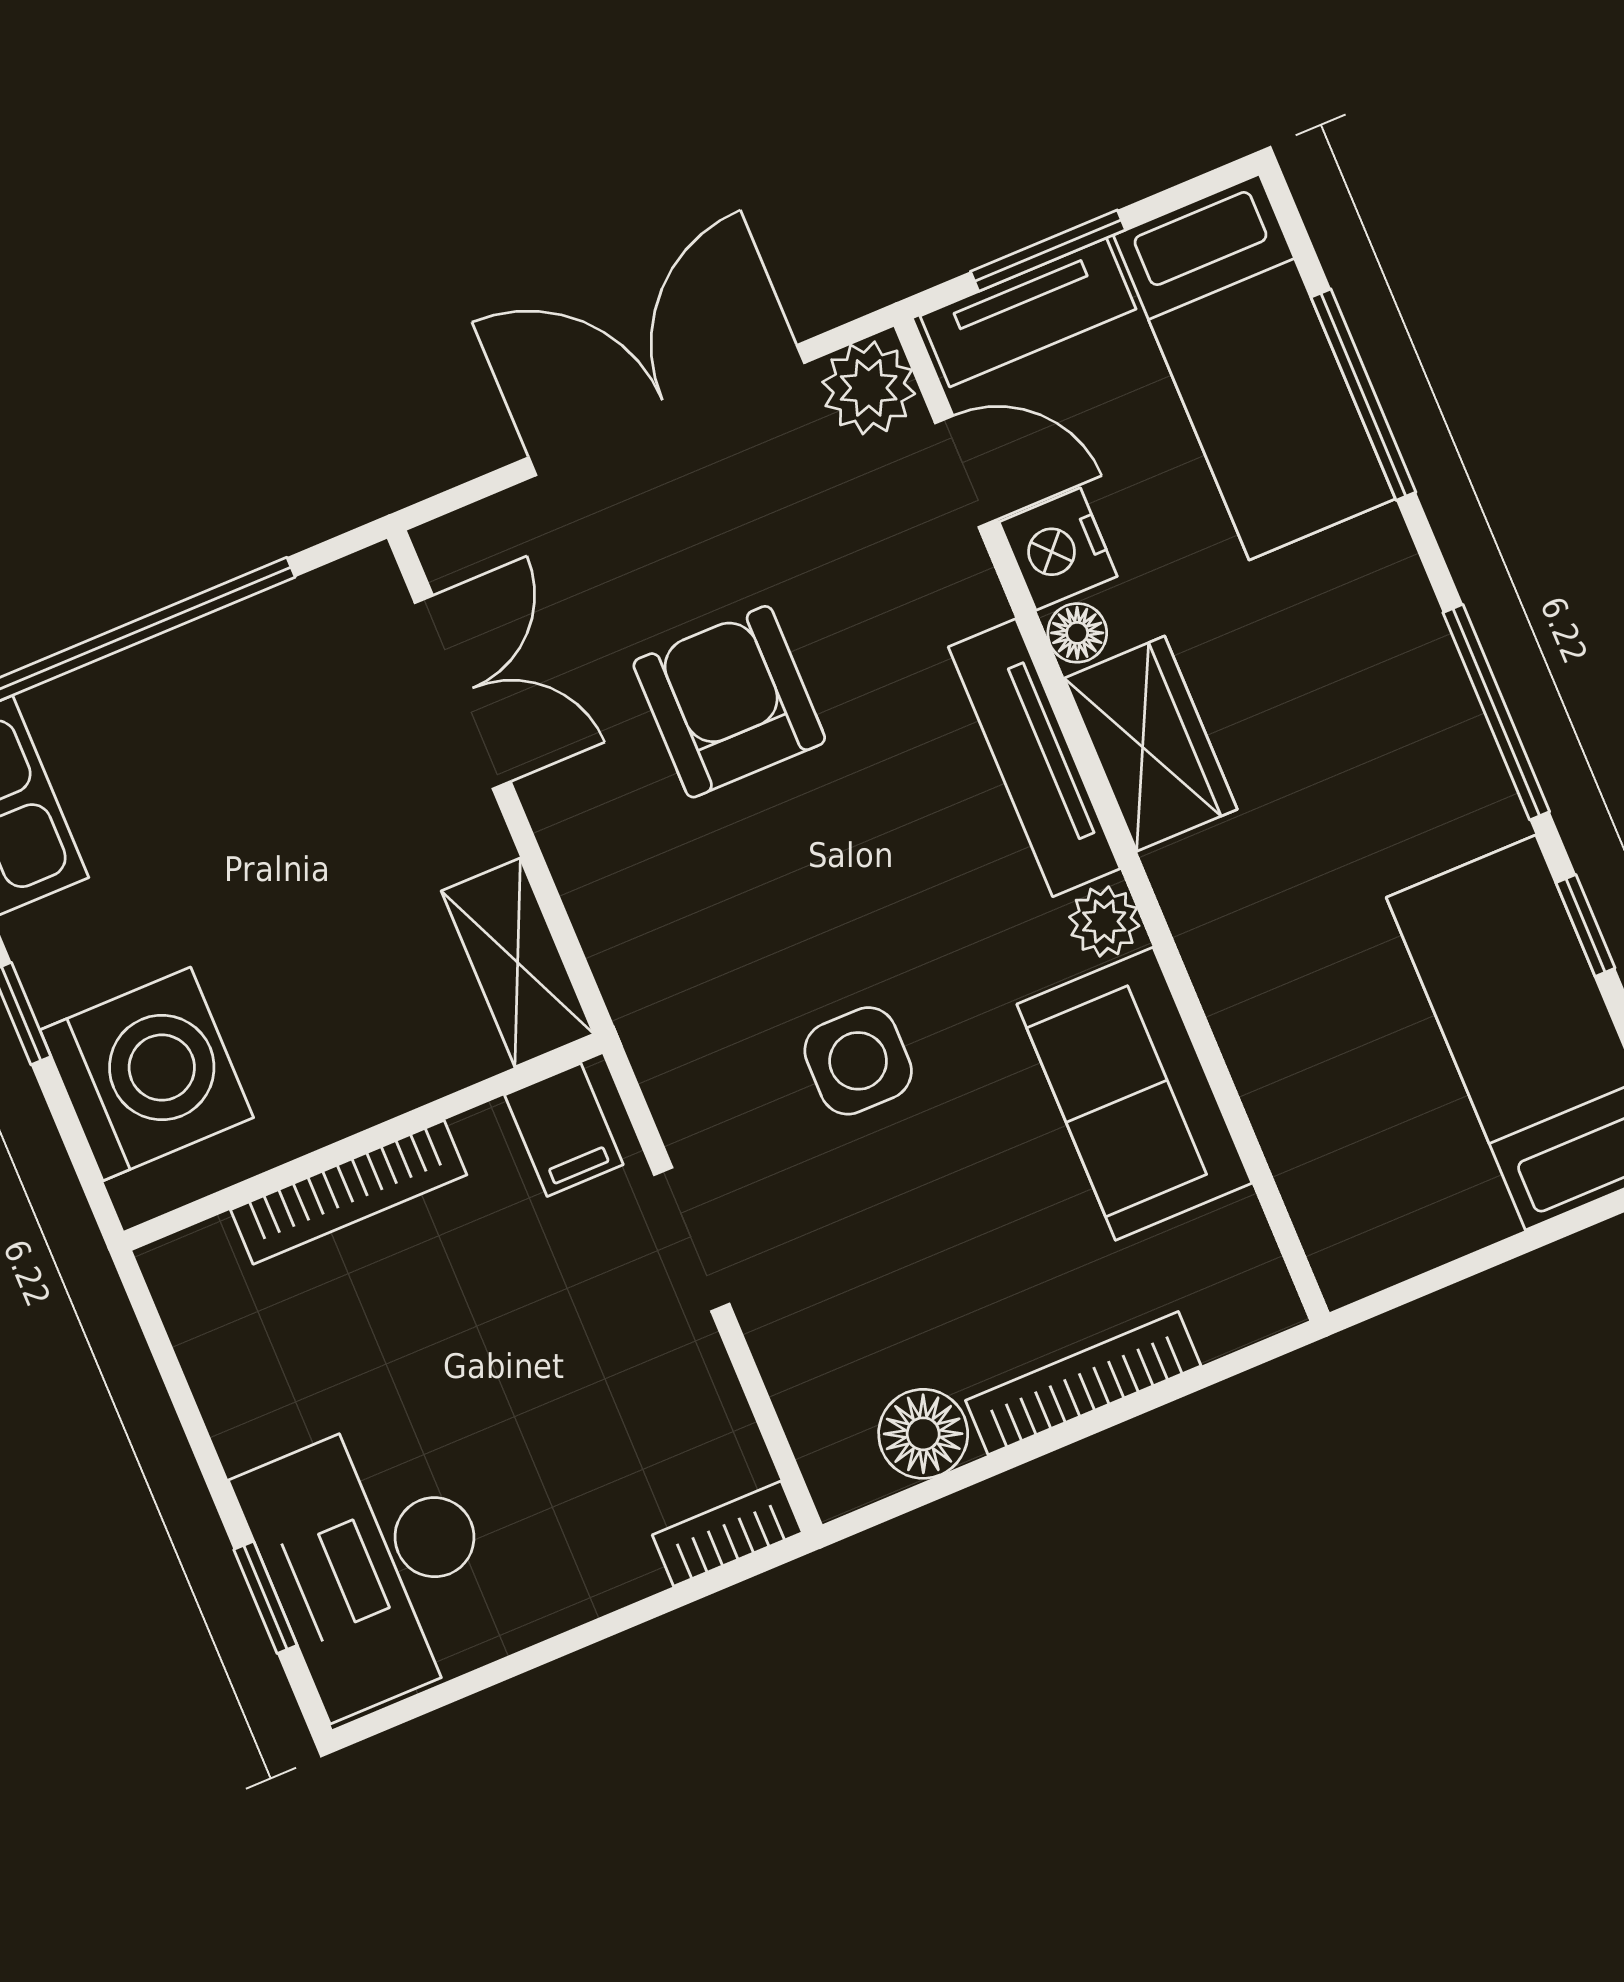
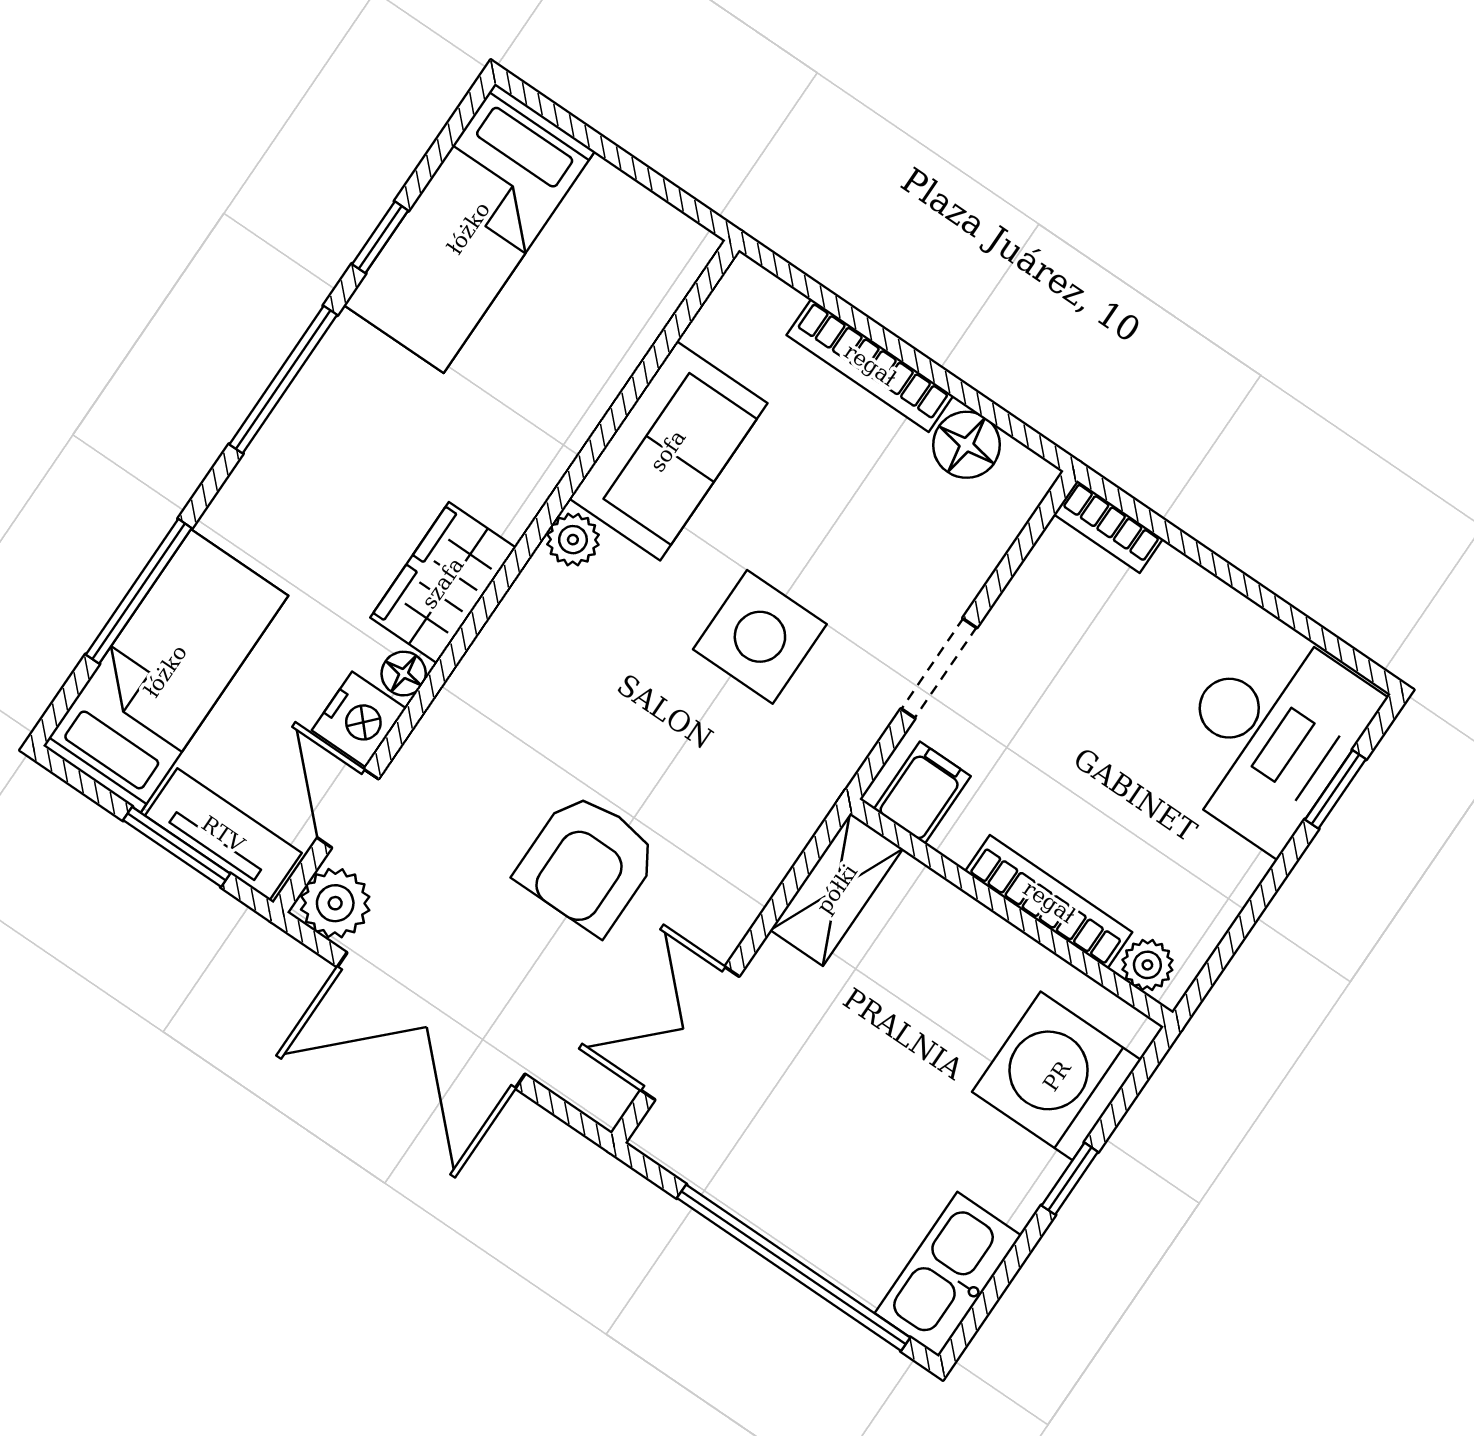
tv unit: (1034, 758) -> (499, 650), removed
side table: (858, 1061) -> (760, 637), width x1.37, depth x1.37
plant: (205, 1257) -> (1147, 965), added

